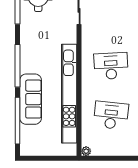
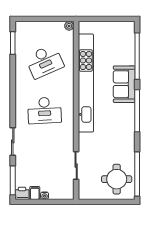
sofa: (31, 99) -> (124, 84), width x0.73
desk: (111, 115) -> (44, 61), turned -30

